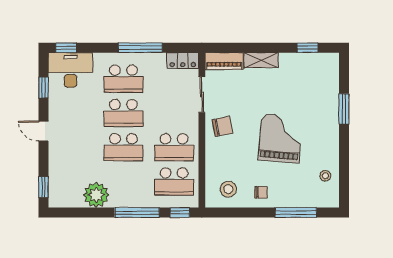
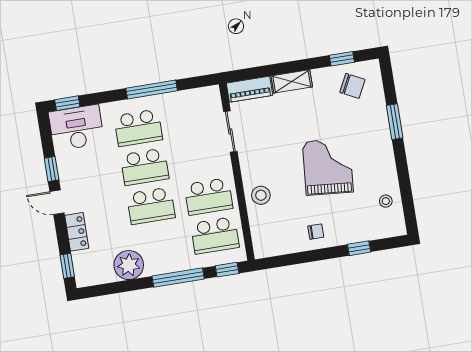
locker: (183, 61) -> (77, 232), moved, turned -90
window: (43, 87) -> (52, 169), moved
chair: (222, 126) -> (352, 86), moved, turned 38
stool: (228, 189) -> (261, 195), moved
window: (296, 212) -> (359, 248), width x0.46

